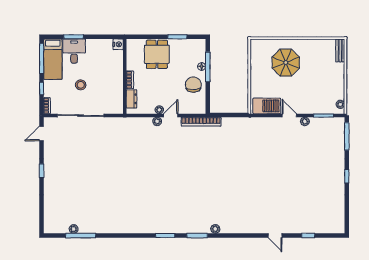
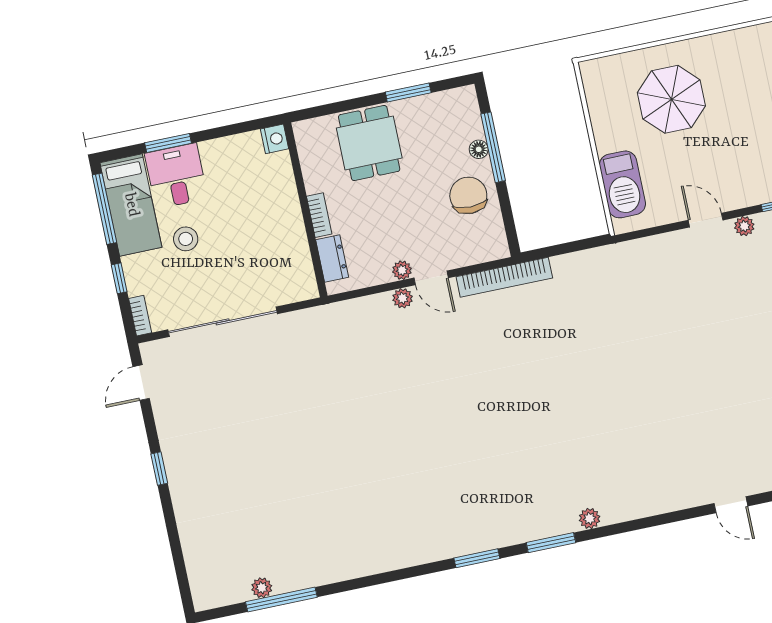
stool: (81, 85) -> (186, 239), moved
barbecue: (267, 106) -> (622, 184), moved, turned 90
door: (171, 116) -> (431, 278), swing flipped

